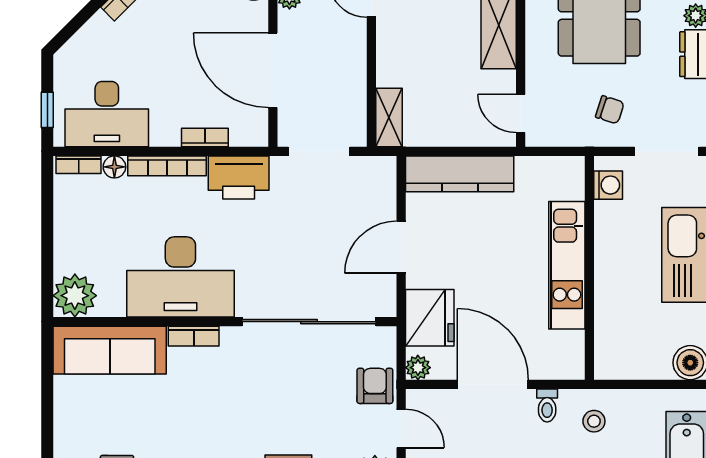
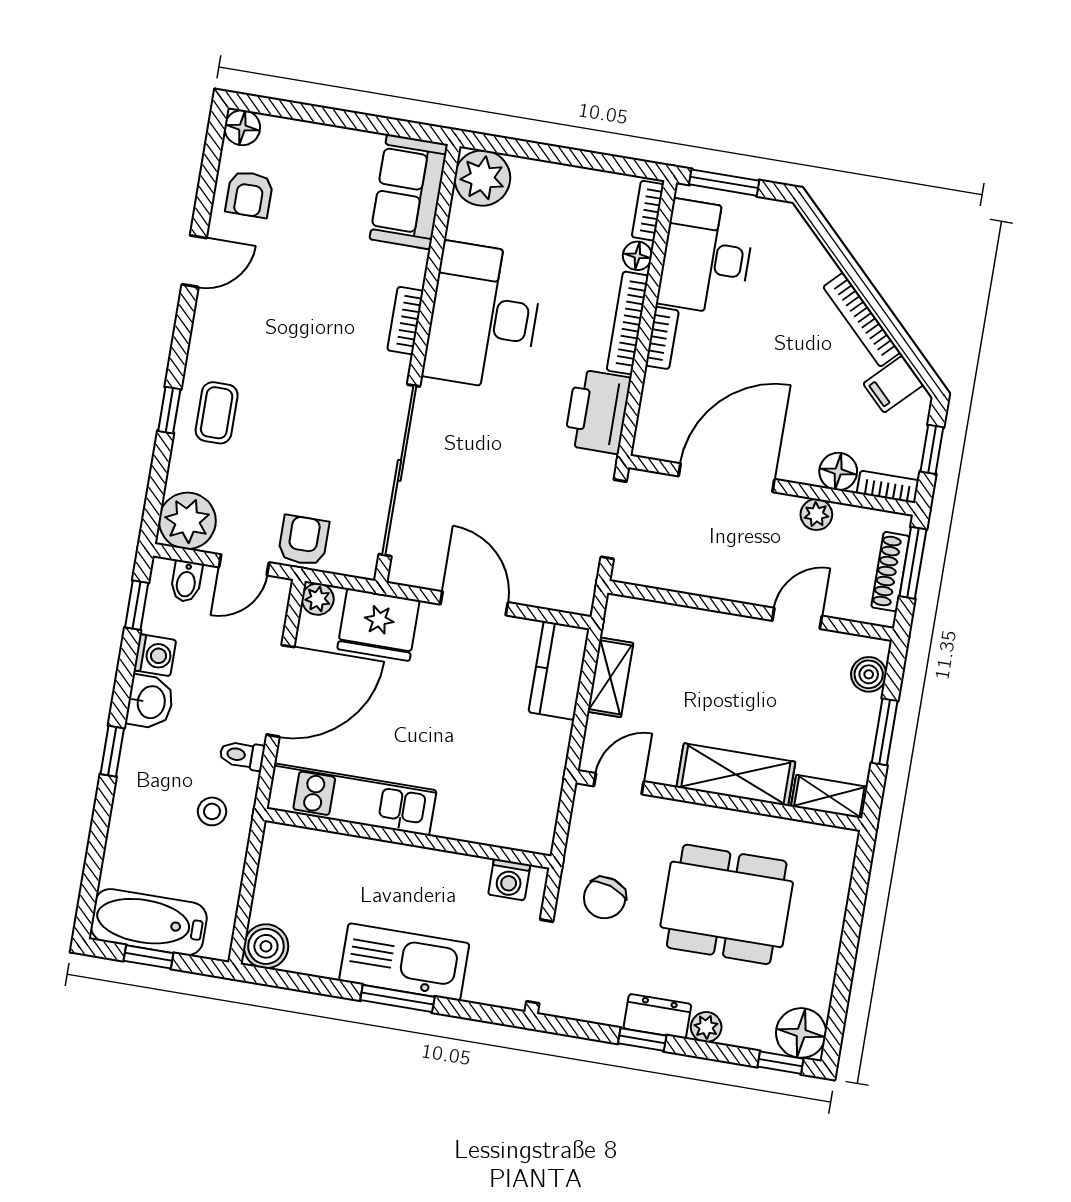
window: (47, 110) -> (724, 183), width x1.50
chair: (610, 110) -> (605, 898), width x1.37, depth x1.37
shelving: (389, 117) -> (610, 677), moved, turned 90
bookcase: (205, 138) -> (662, 338), moved
kitchen counter: (460, 174) -> (559, 670), width x0.67
kitchen unit: (567, 265) -> (352, 799), moved
sofa: (110, 350) -> (409, 192), width x0.73
armchair: (375, 386) -> (304, 540), turned -90

